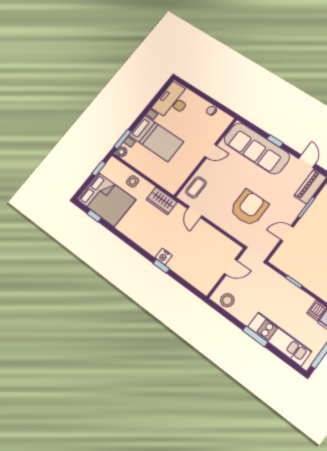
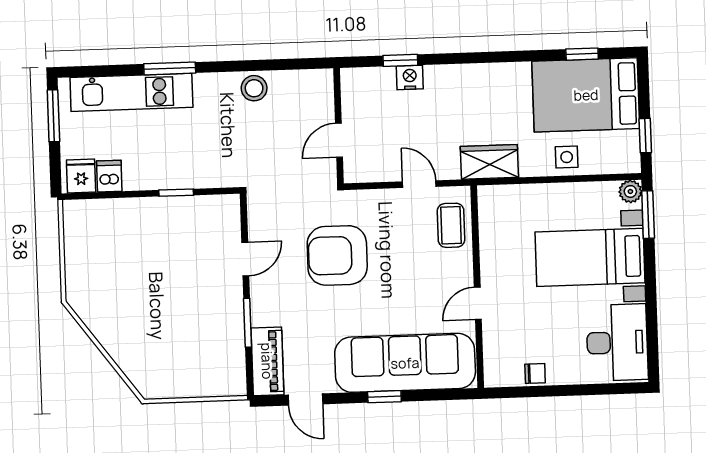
armchair: (249, 208) -> (337, 255), turned 90
door: (231, 267) -> (339, 140), moved
wall: (226, 273) -> (338, 126), moved

